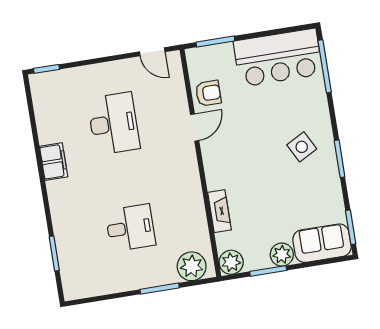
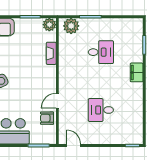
desk: (114, 124) -> (101, 110), width x0.73
filing cabinet: (54, 162) -> (137, 72), moved
desk: (130, 228) -> (101, 52), turned 180
plant: (282, 255) -> (21, 24), removed

